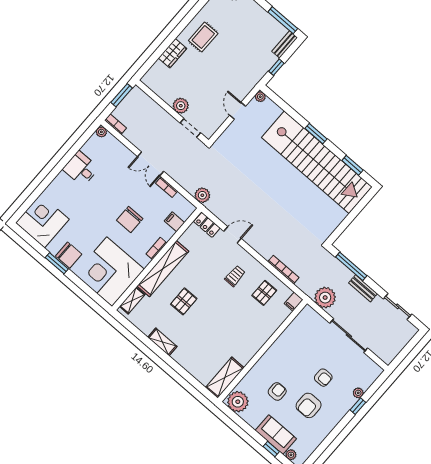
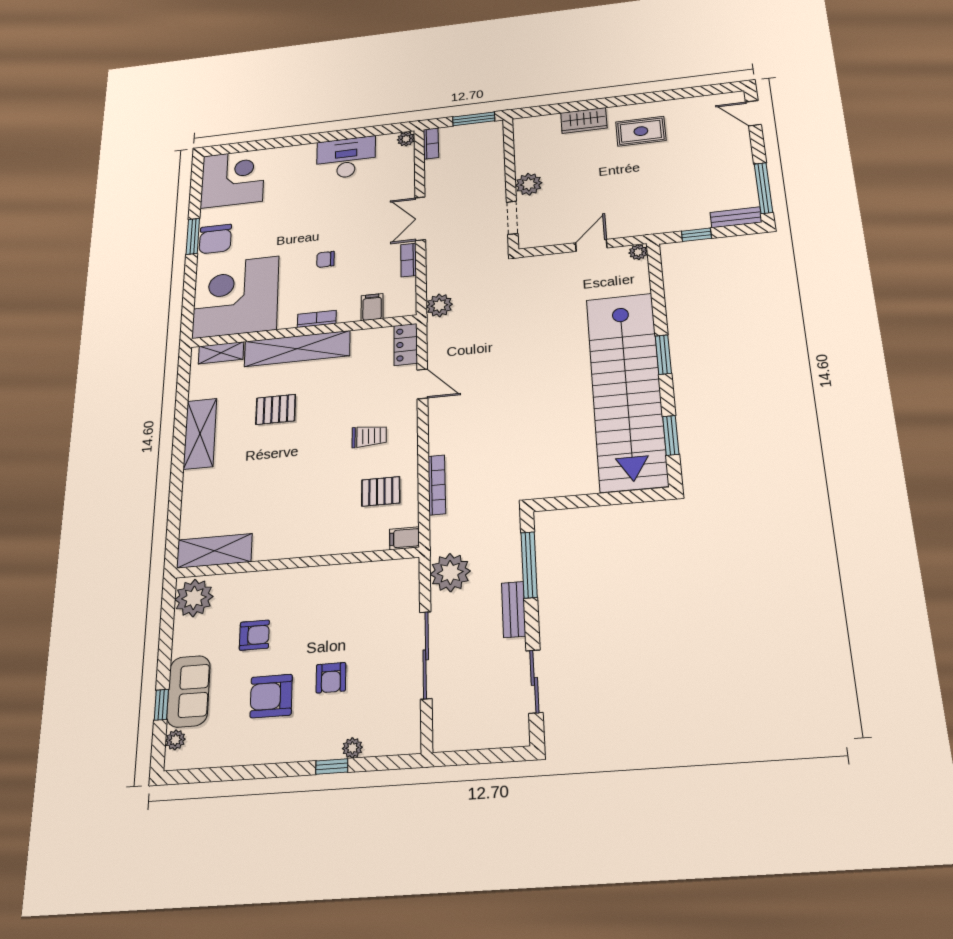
desk: (81, 169) -> (346, 158), width x1.37
chair: (130, 220) -> (325, 259), width x0.54, depth x0.54
shelving: (162, 342) -> (200, 434), width x1.50, depth x1.33

